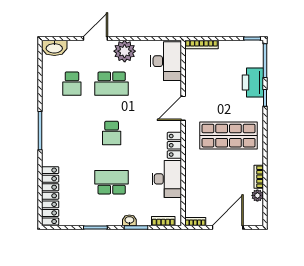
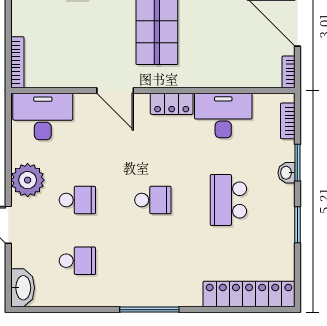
school desk: (112, 84) -> (77, 200), width x0.54

